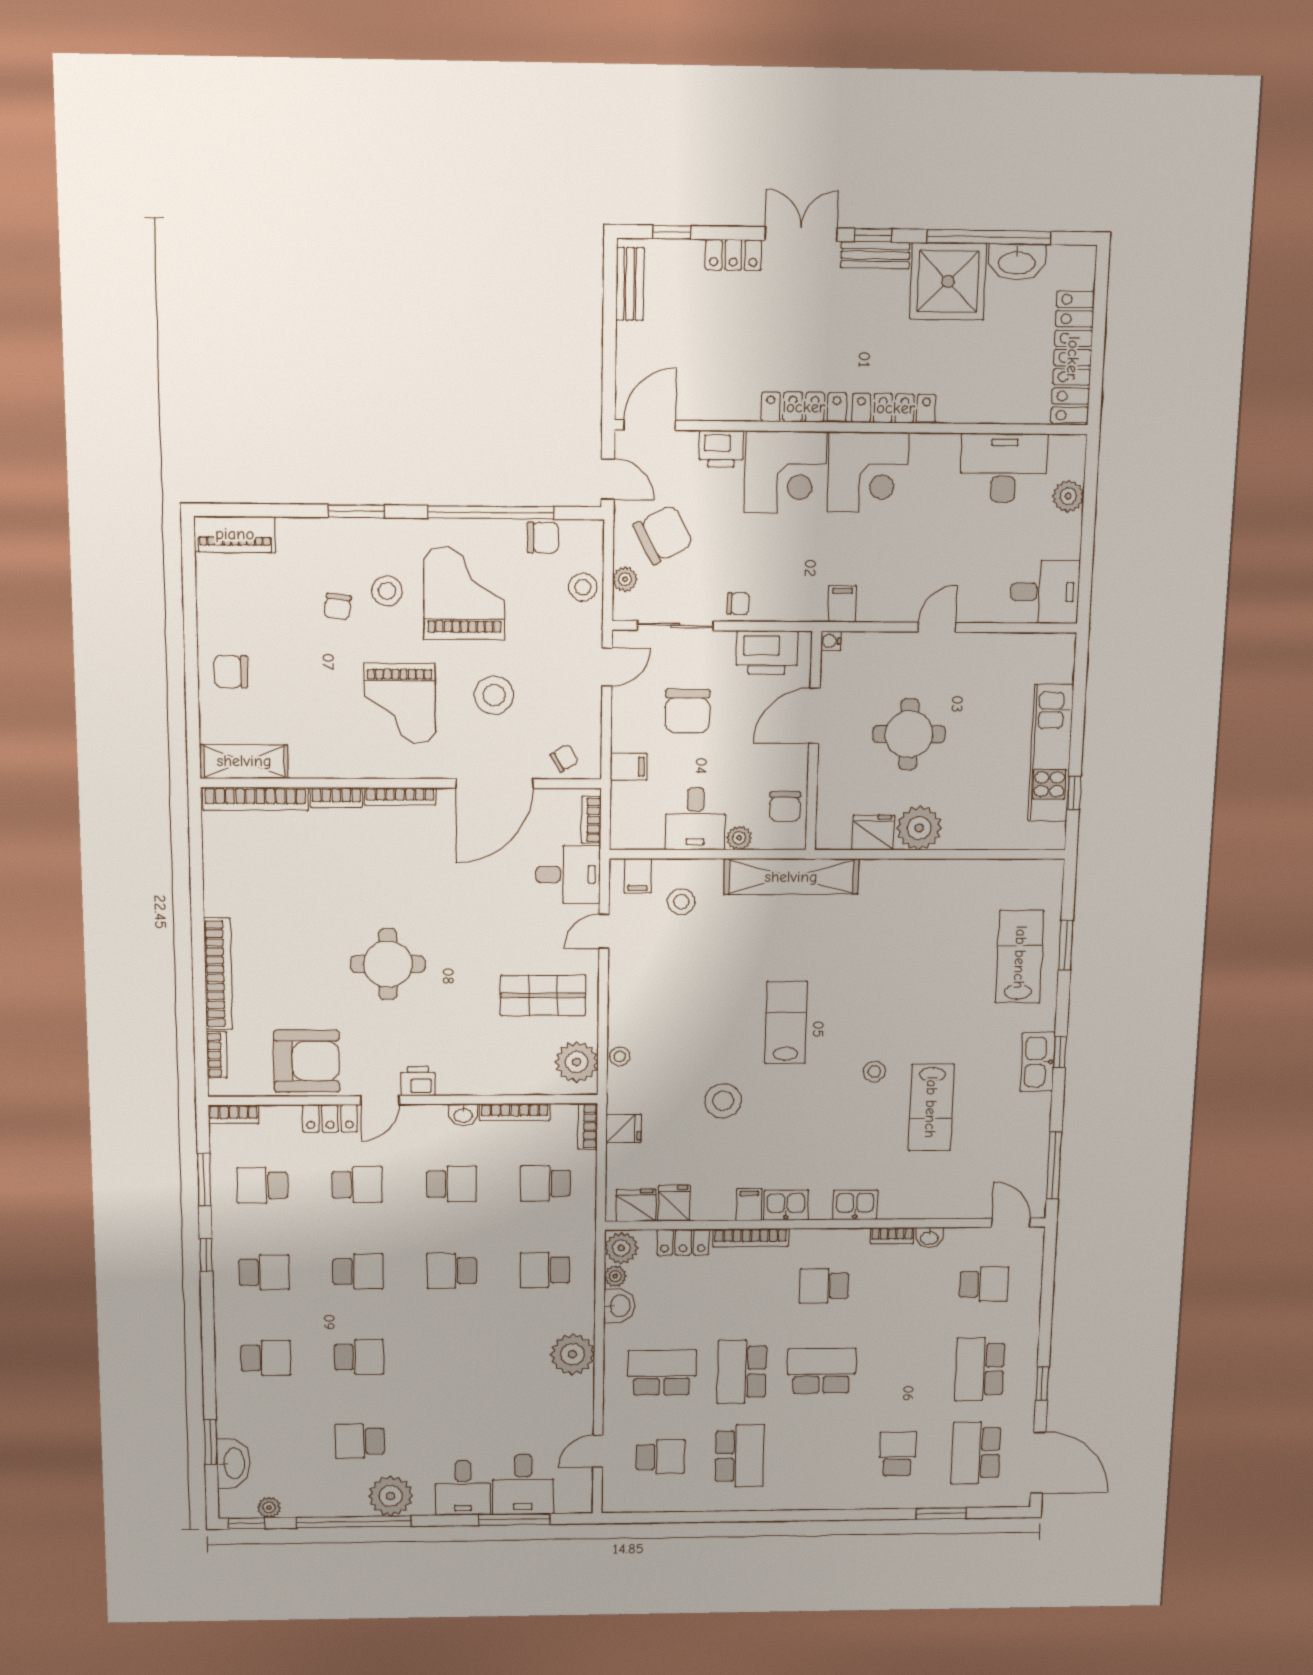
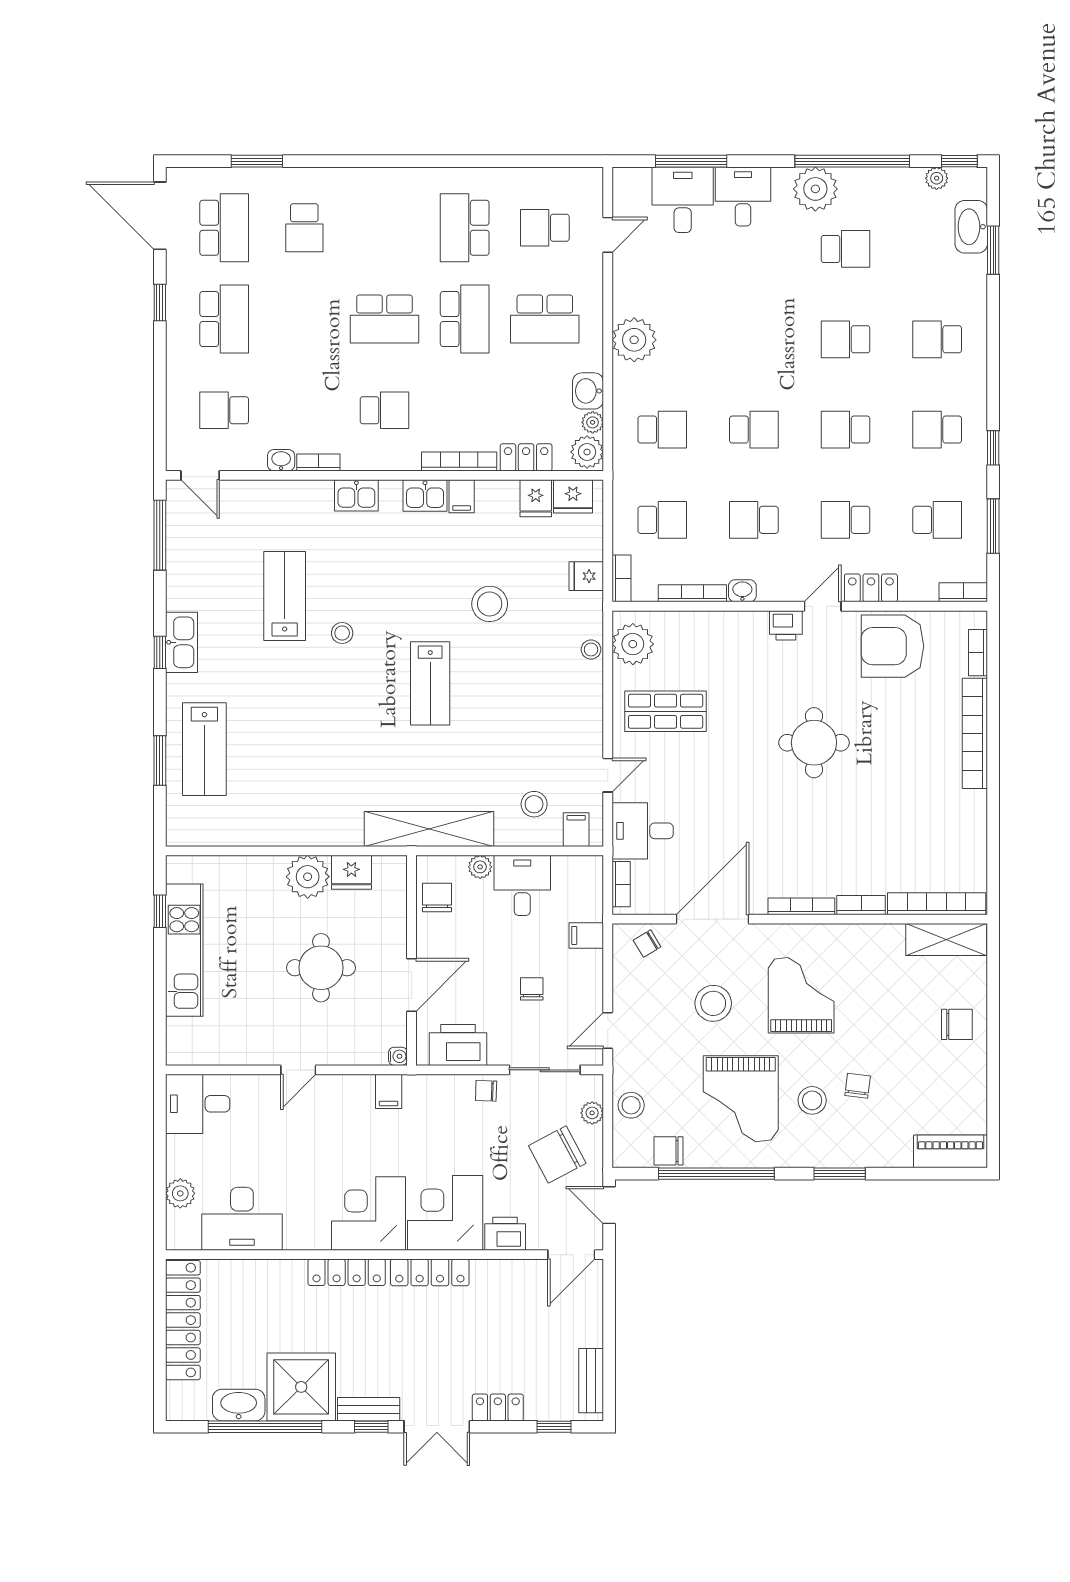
chair: (687, 711) -> (532, 989), width x0.54, depth x0.54

